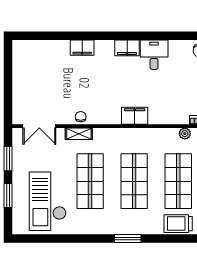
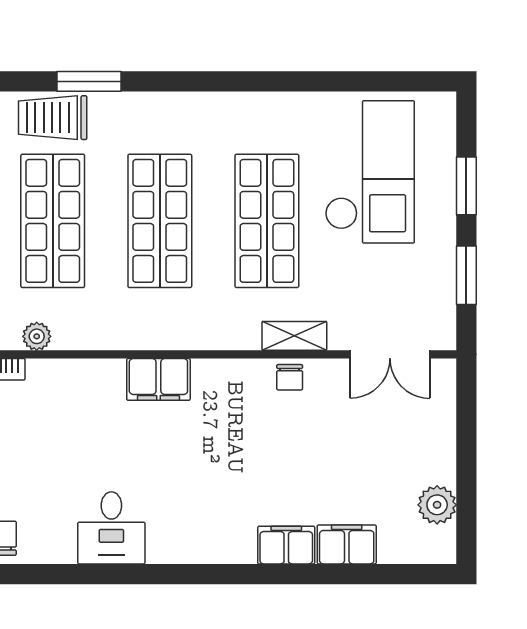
filing cabinet: (127, 48) -> (347, 544), moved
plant: (20, 64) -> (437, 505), added
double door: (39, 126) -> (390, 354), swing flipped
trolley: (178, 224) -> (53, 118), turned 180
window: (128, 238) -> (89, 81), moved

